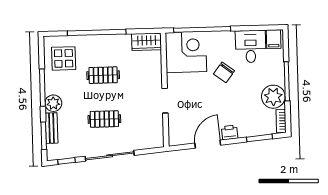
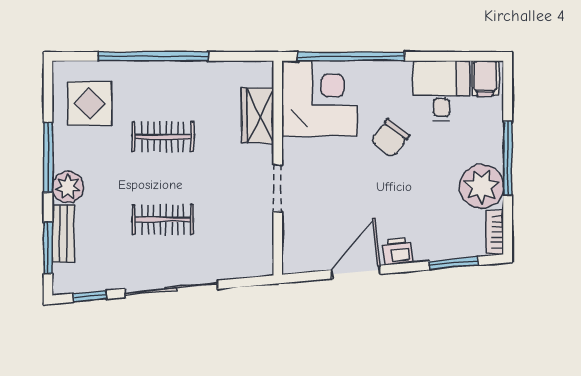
wardrobe: (147, 42) -> (258, 115), moved, turned 90

